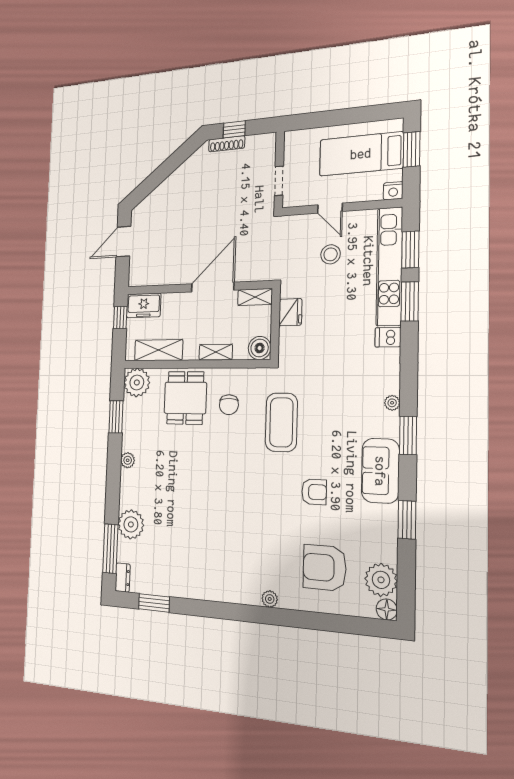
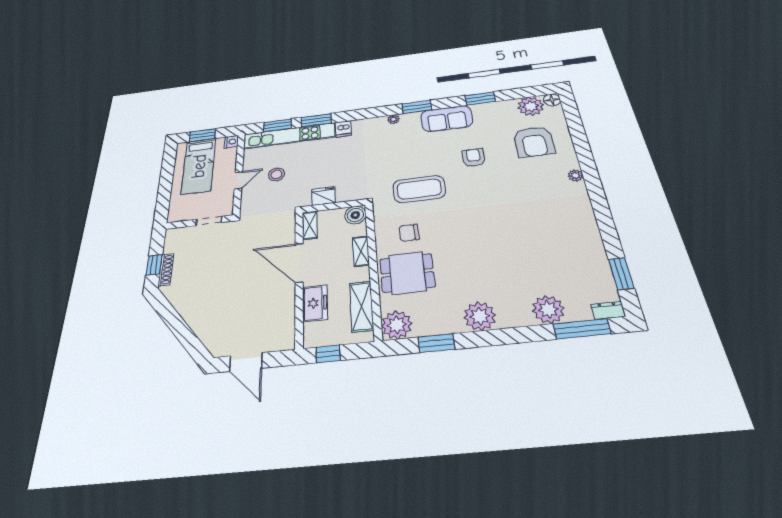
freezer: (144, 305) -> (315, 303), moved
chair: (229, 405) -> (409, 233), turned 180
plant: (128, 460) -> (480, 316), width x1.87, depth x1.87

